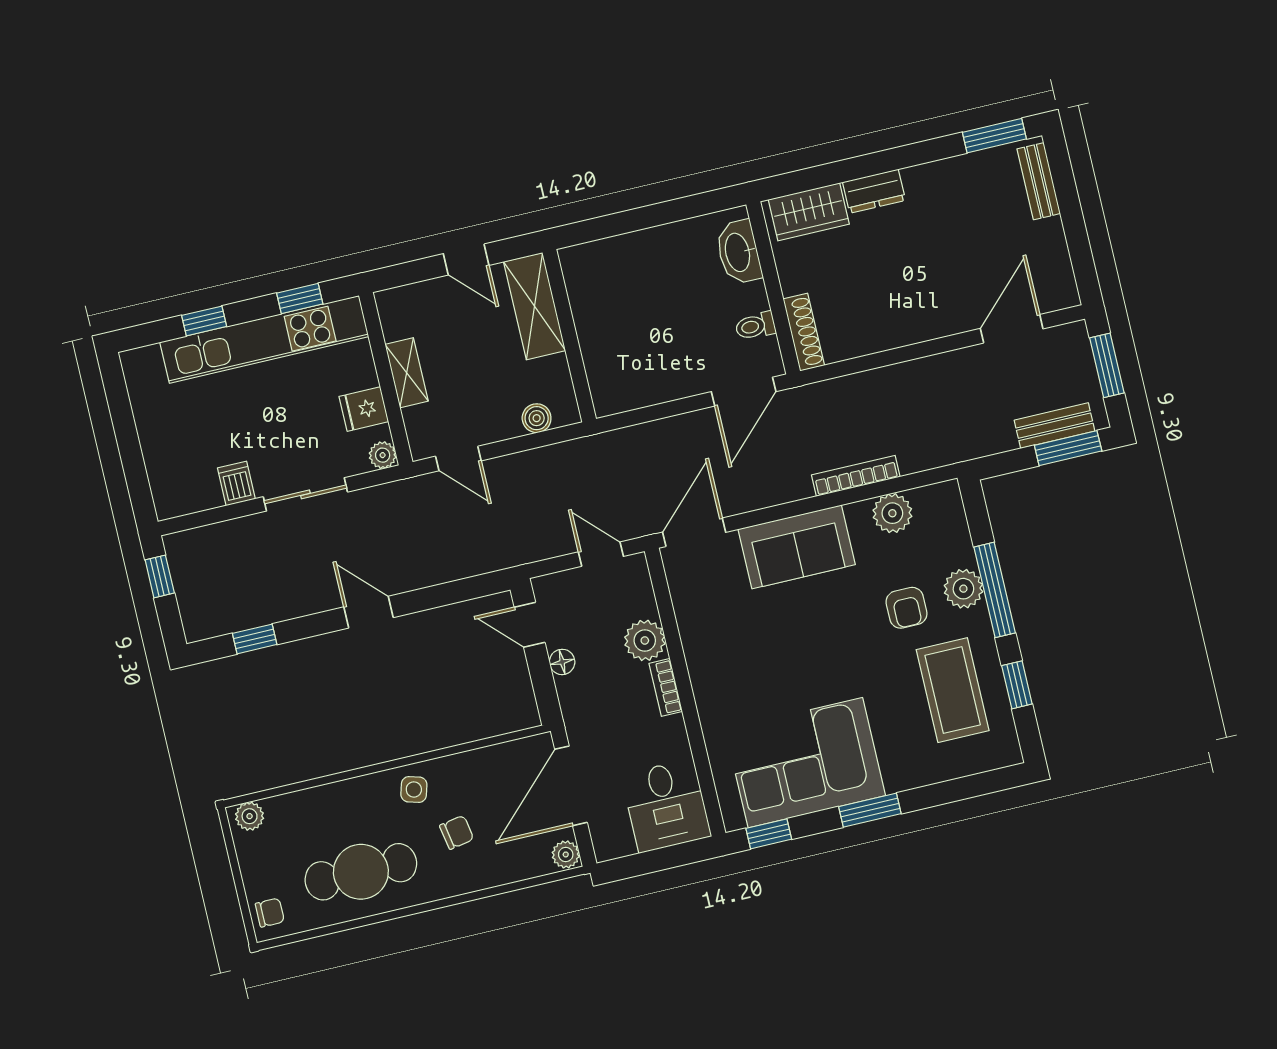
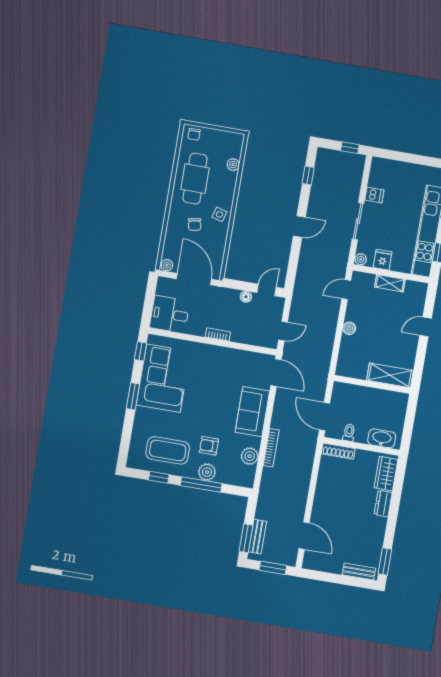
shelving: (534, 306) -> (390, 375), moved
wall: (569, 336) -> (372, 384), moved
plant: (645, 640) -> (240, 334), removed
plant: (250, 816) -> (233, 165), moved

